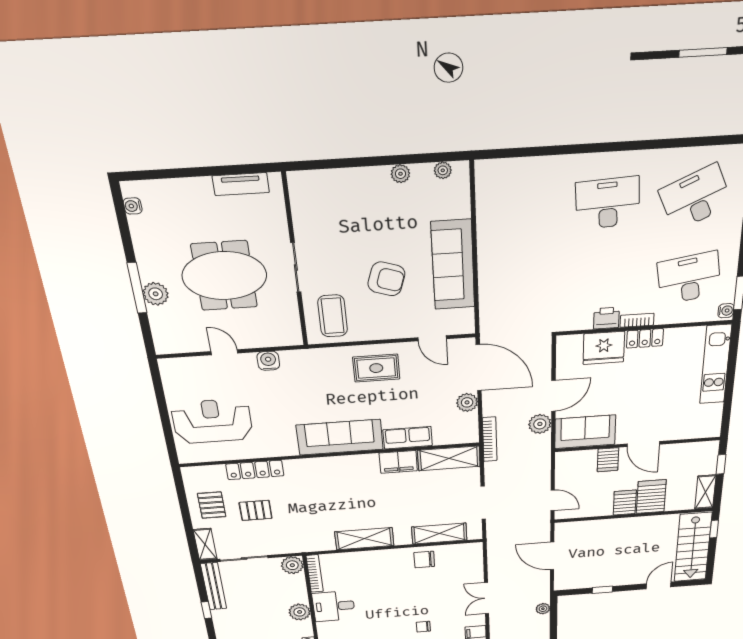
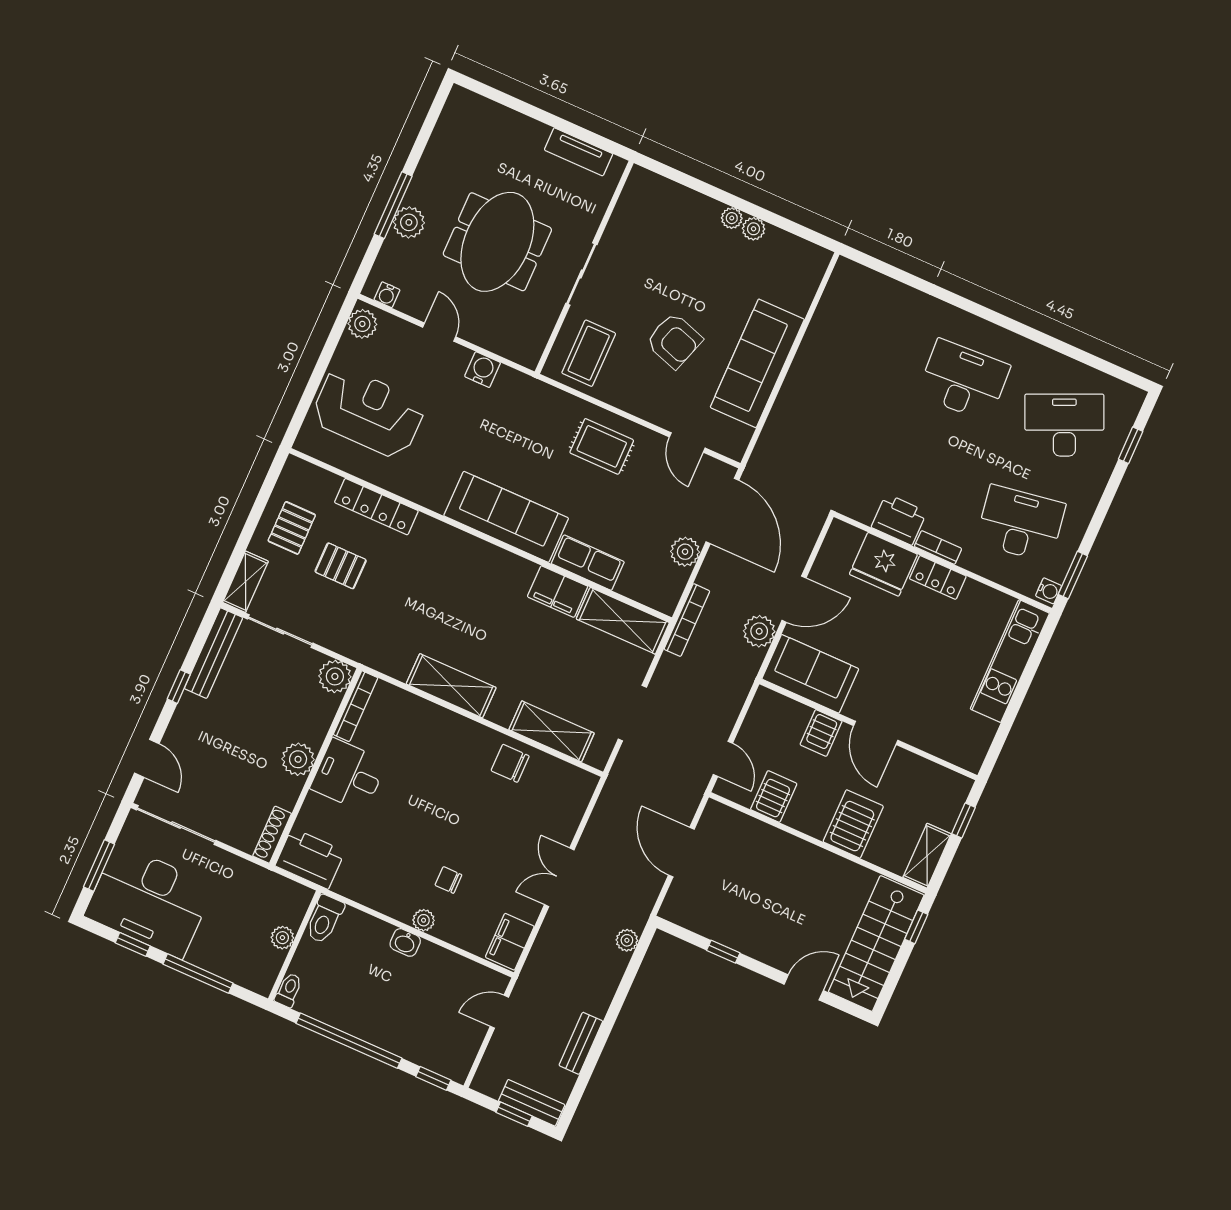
plant: (443, 170) -> (732, 218), moved
water cooler: (133, 206) -> (387, 295), moved, turned -90
meeting table: (224, 276) -> (497, 242), turned 90
printer: (606, 318) -> (899, 519), width x1.36, depth x1.24
plant: (171, 372) -> (362, 324), added
server rack: (625, 503) -> (774, 796), moved

